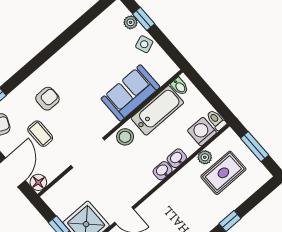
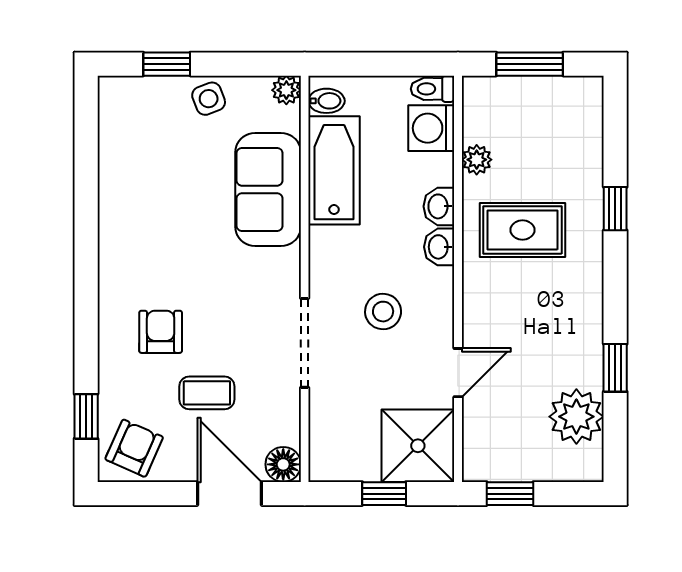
plant: (131, 22) -> (286, 90), moved
stool: (125, 137) -> (383, 312), moved
rug: (223, 173) -> (522, 230), moved, turned 90

